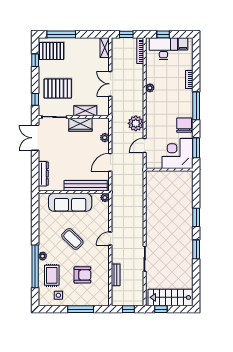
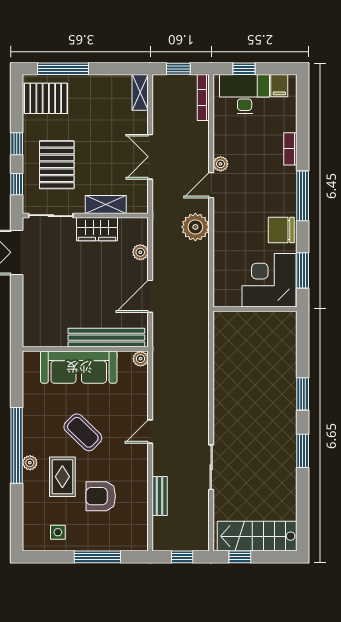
window: (35, 60) -> (17, 144), moved
pallet: (58, 88) -> (57, 165), turned 90
chair: (184, 125) -> (281, 230), turned -90
door: (145, 145) -> (211, 185), moved
dresser: (43, 174) -> (31, 316), removed
window: (35, 266) -> (17, 445), moved
rug: (52, 275) -> (62, 477), moved
armchair: (82, 275) -> (101, 496), turned 180

